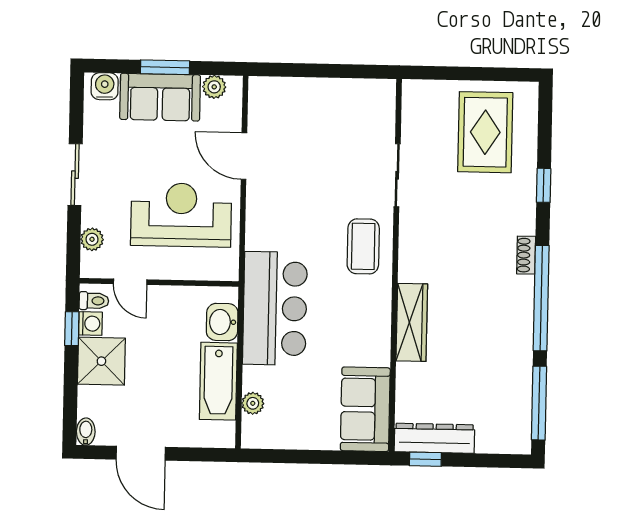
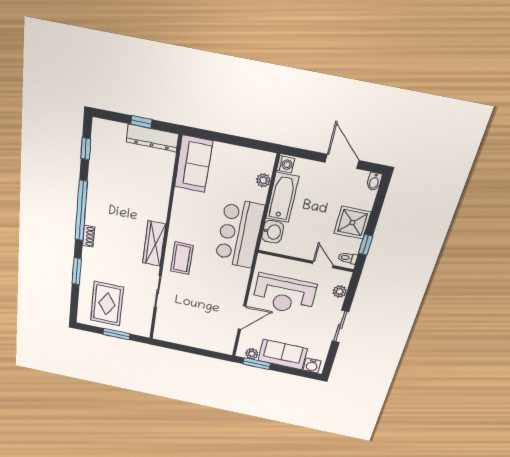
window: (165, 67) -> (257, 364), moved
window: (464, 73) -> (116, 334), added
door: (244, 156) -> (242, 317), hinge flipped
window: (544, 185) -> (77, 271), width x1.50
wardrobe: (412, 322) -> (154, 244), moved
washing machine: (90, 324) -> (286, 164), moved, turned 180
window: (539, 403) -> (86, 149), width x0.46
window: (425, 459) -> (141, 122), moved

